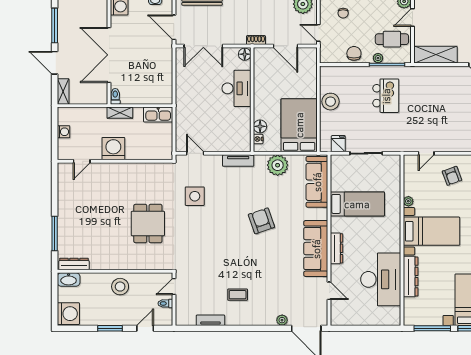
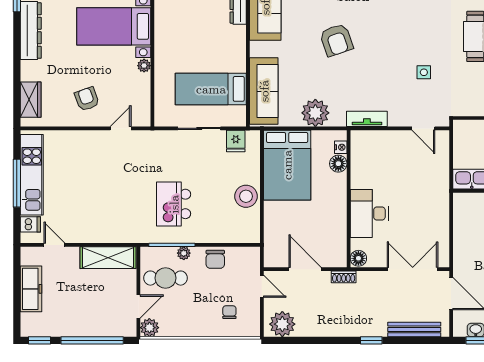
side table: (195, 196) -> (424, 72), width x0.54, depth x0.54
bed: (357, 204) -> (211, 89), moved

